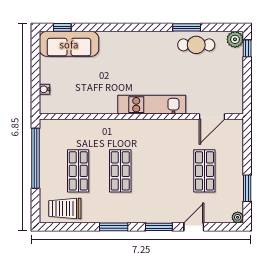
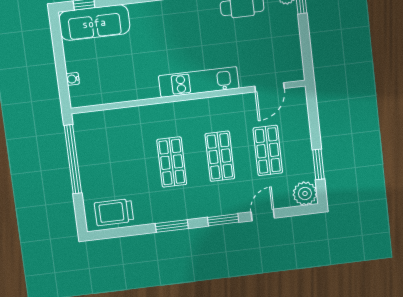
shop shelf: (78, 171) -> (220, 156), moved
plant: (238, 217) -> (305, 193), width x1.88, depth x1.88

